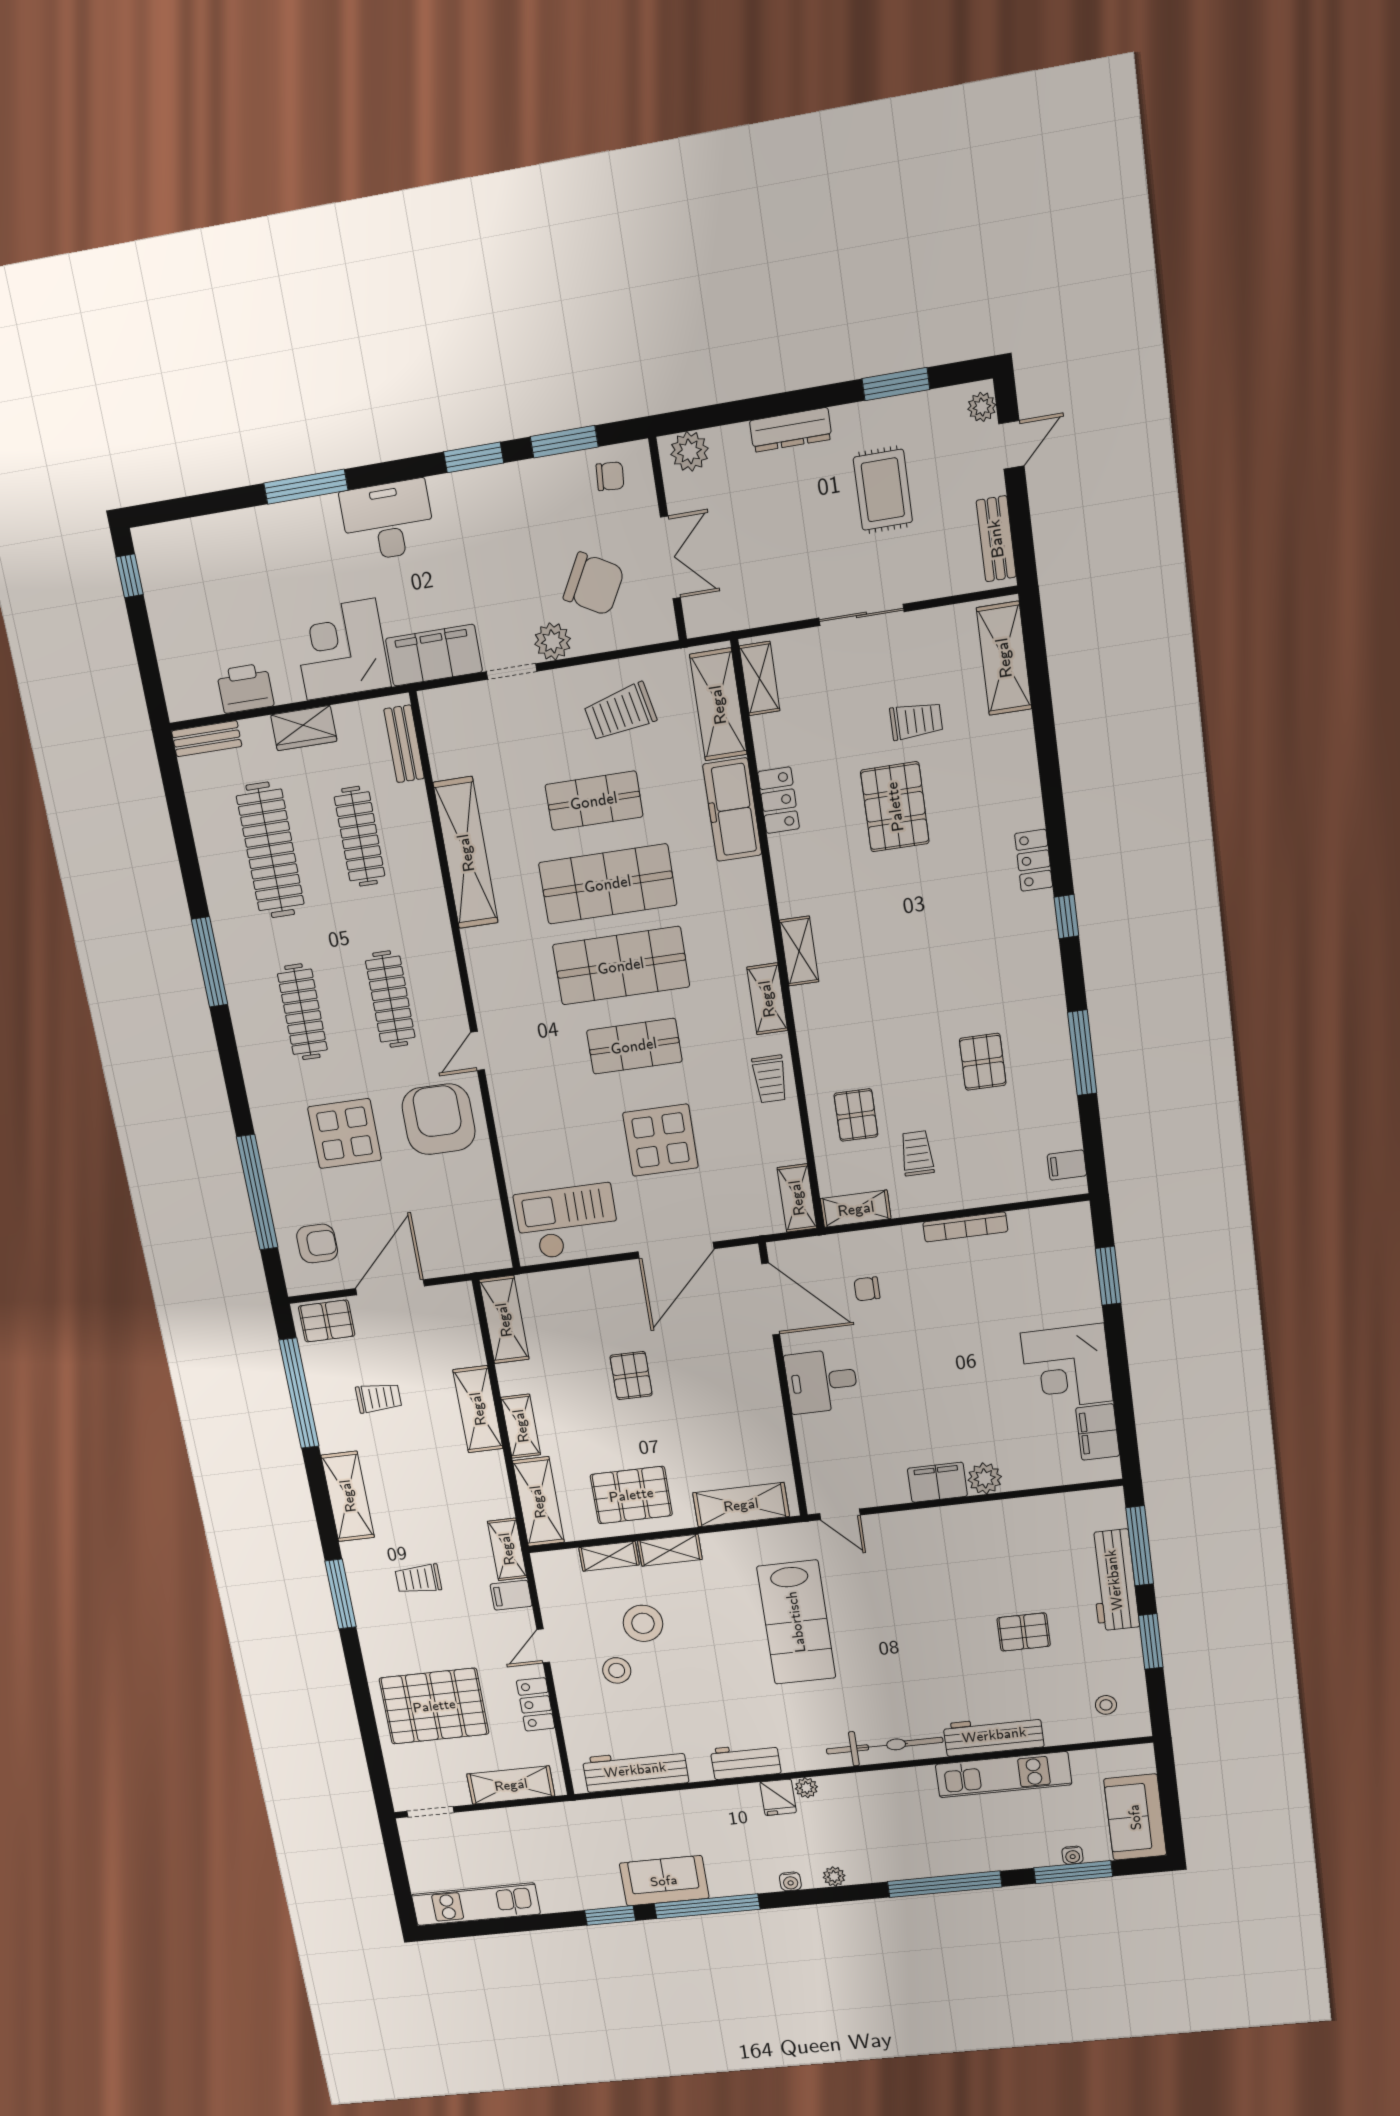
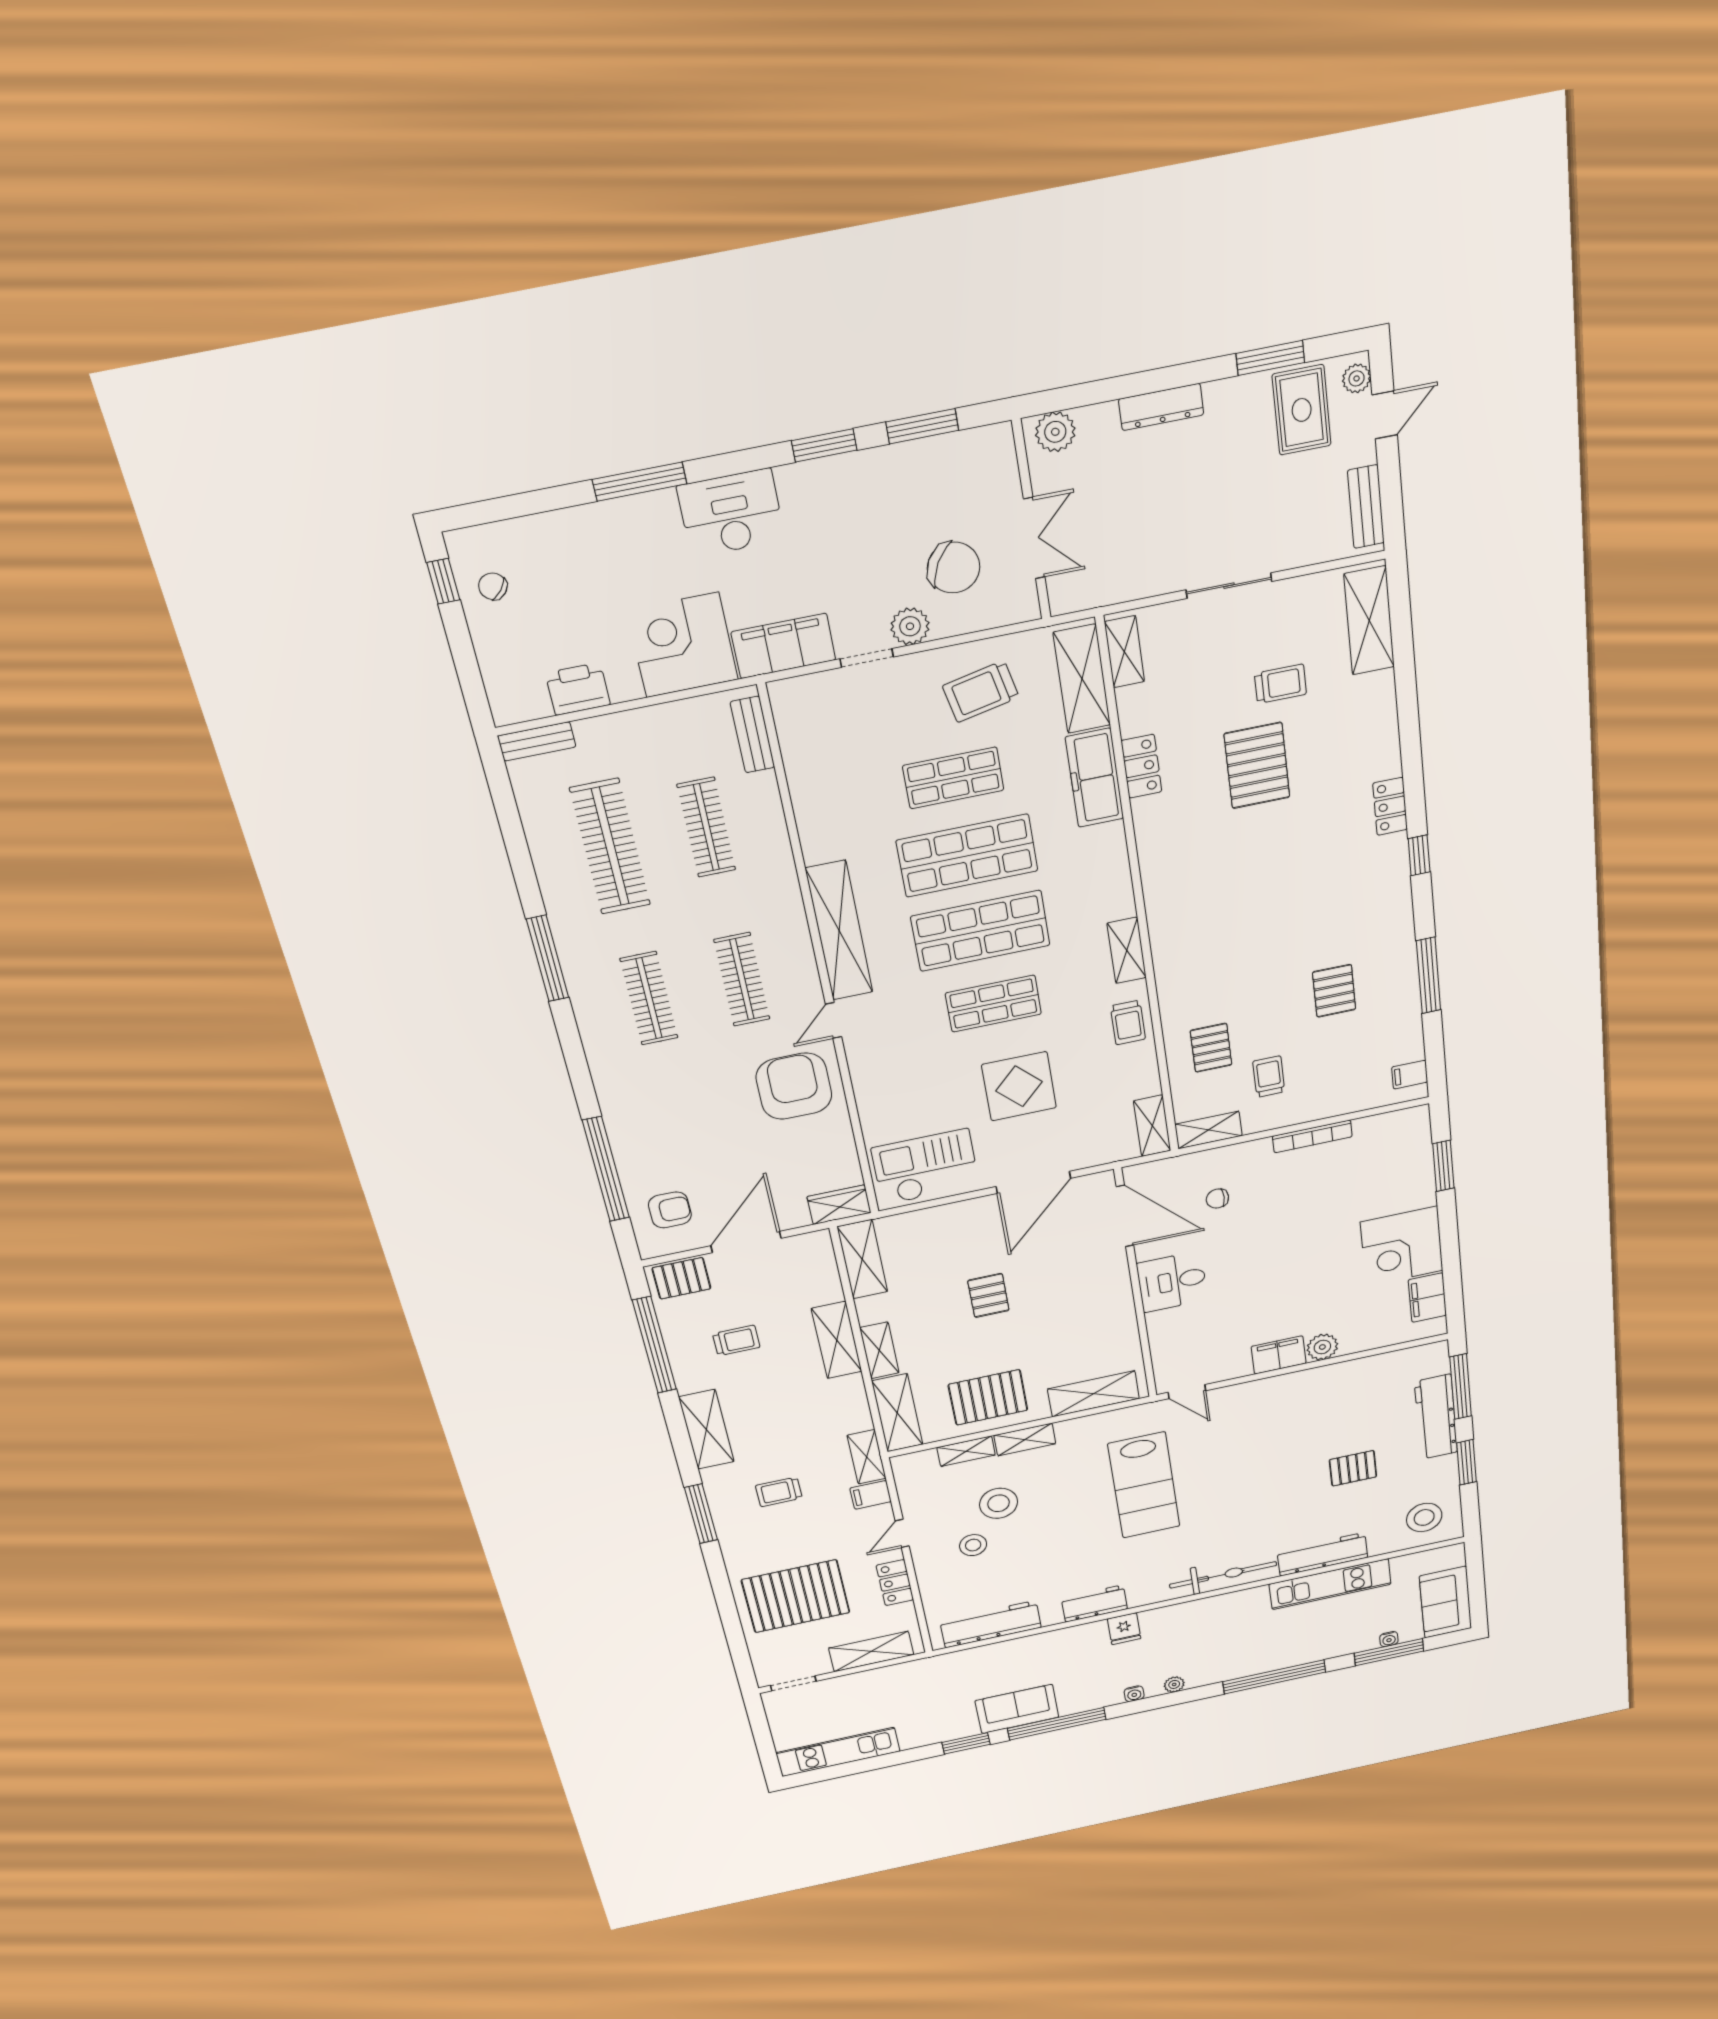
chair: (610, 476) -> (493, 586), moved, turned -144
rug: (883, 490) -> (1302, 410), moved
wardrobe: (304, 728) -> (839, 1205), moved, turned 180
shelving: (466, 853) -> (839, 931), moved
shelving: (799, 951) -> (1159, 905), removed
display table: (345, 1134) -> (696, 1108), removed
stool: (1106, 1705) -> (1424, 1518), width x1.89, depth x1.89
plant: (806, 1788) -> (1150, 1618), removed

